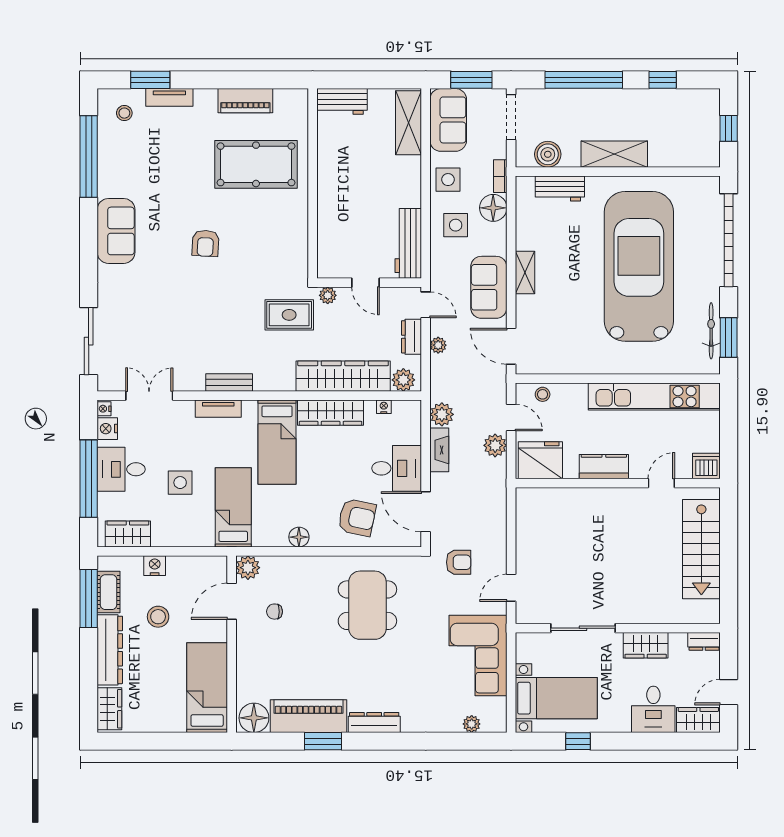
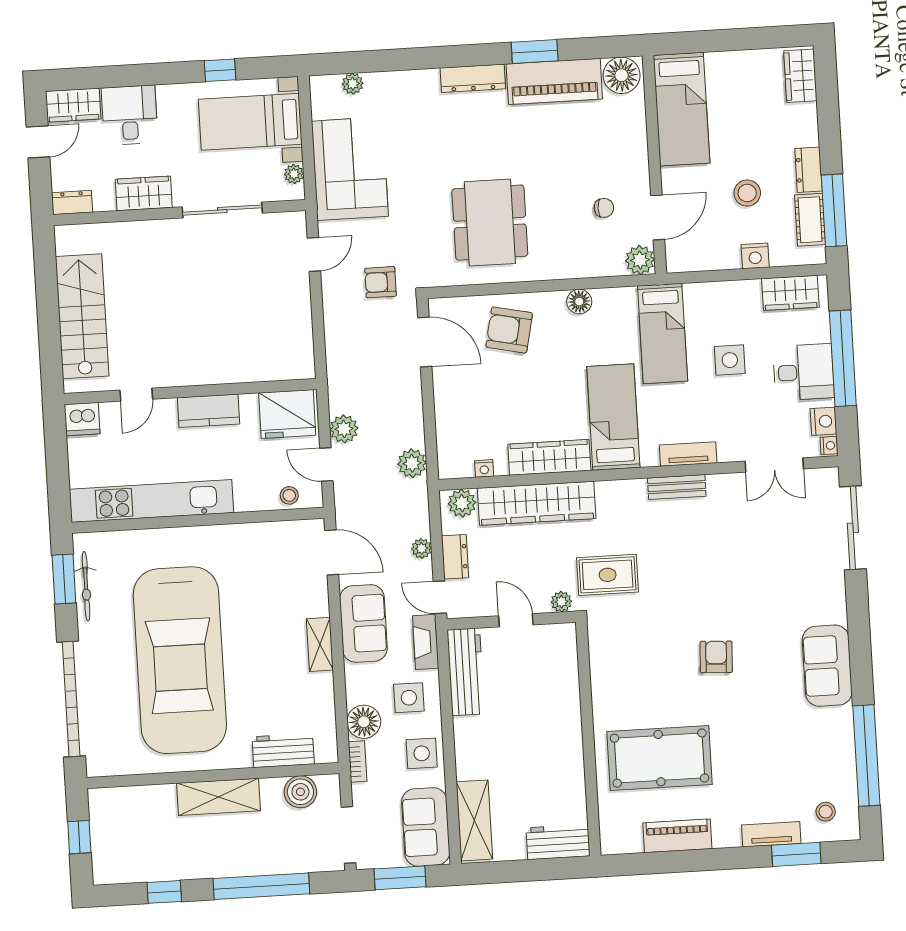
fireplace: (439, 450) -> (426, 642), moved
desk: (397, 468) -> (464, 393), removed
dresser: (110, 650) -> (809, 170), width x0.51, depth x0.80
plant: (523, 654) -> (294, 174), added

